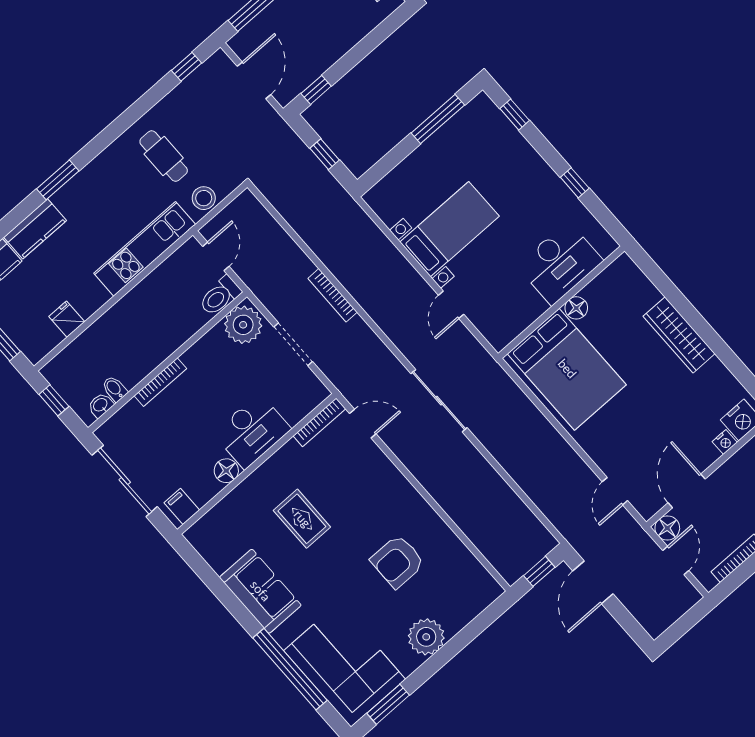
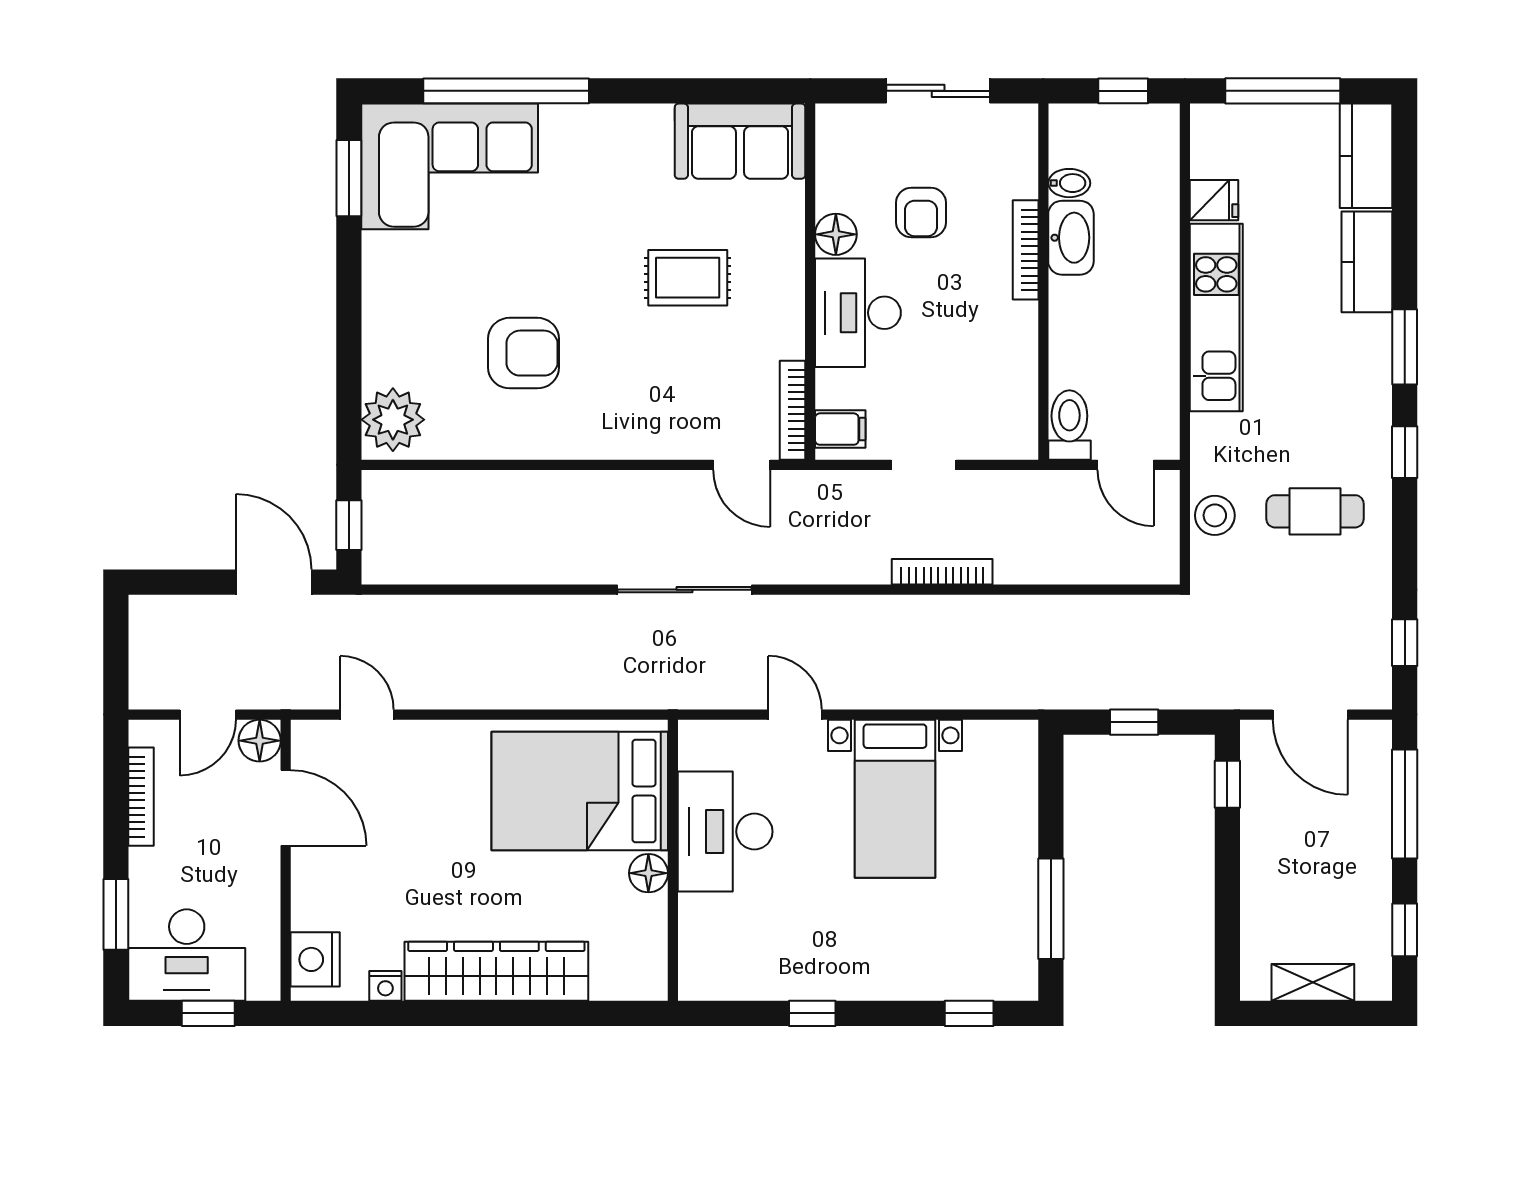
window: (104, 140) -> (1405, 452), added
kitchen unit: (145, 249) -> (1216, 318), moved
desk: (560, 263) -> (725, 832), moved
plant: (243, 325) -> (1006, 422), removed
wardrobe: (679, 335) -> (496, 971), width x1.40, depth x1.17
doorway: (293, 344) -> (924, 465), width x0.73
washbasin: (101, 405) -> (1071, 238), moved, width x1.91, depth x1.45
door: (363, 424) -> (742, 465), hinge flipped
armchair: (184, 442) -> (921, 212), added
nightstand: (725, 442) -> (385, 986), moved, turned -90
sliding door: (125, 481) -> (938, 91), width x0.73
filing cabinet: (182, 506) -> (840, 429), moved
door: (676, 560) -> (208, 715), hinge flipped
armchair: (398, 561) -> (523, 353), turned 90
sofa: (260, 591) -> (740, 141), moved
plant: (426, 637) -> (393, 420), moved

